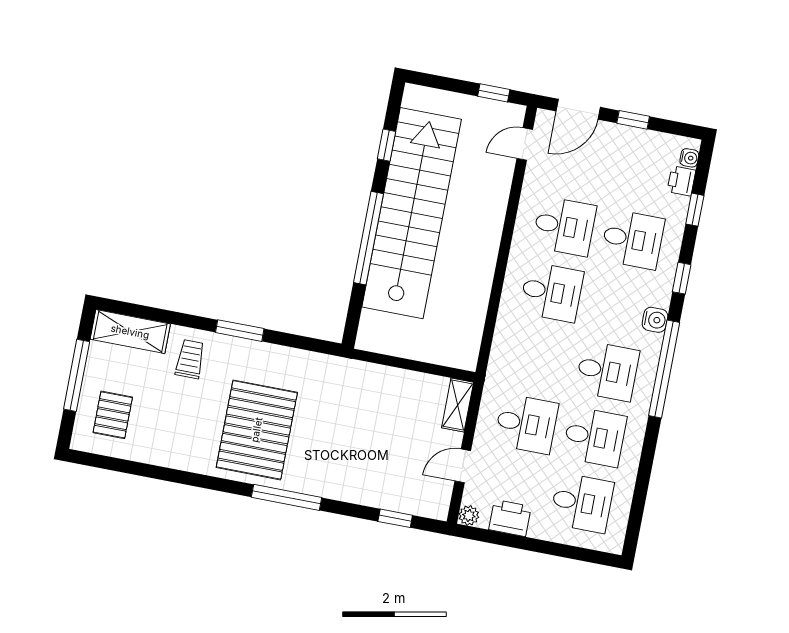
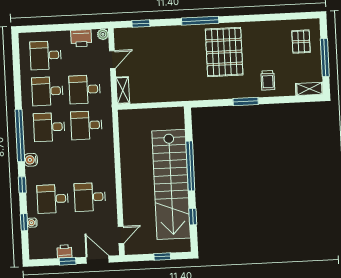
window: (494, 93) -> (162, 257), moved
door: (578, 109) -> (98, 260), hinge flipped
water cooler: (689, 158) -> (32, 223), moved
printer: (681, 181) -> (65, 251), moved, turned -90
desk: (552, 292) -> (86, 125), moved
shelving: (130, 332) -> (309, 89), width x0.67, depth x0.75

